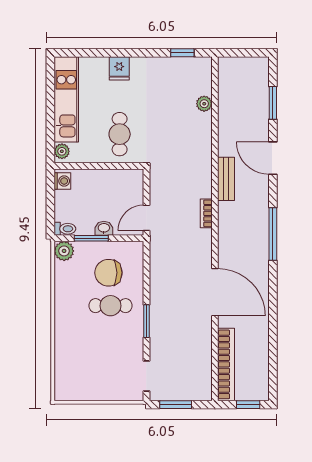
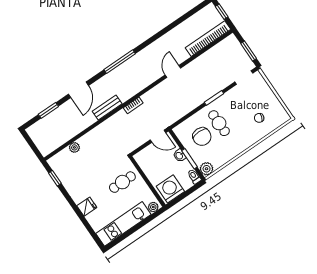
washing machine: (62, 181) -> (170, 189), width x1.89, depth x1.89
door: (215, 292) -> (173, 71), width x0.53
chair: (83, 360) -> (259, 118), added

